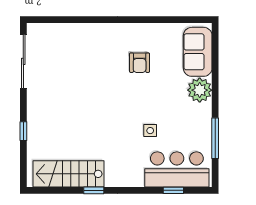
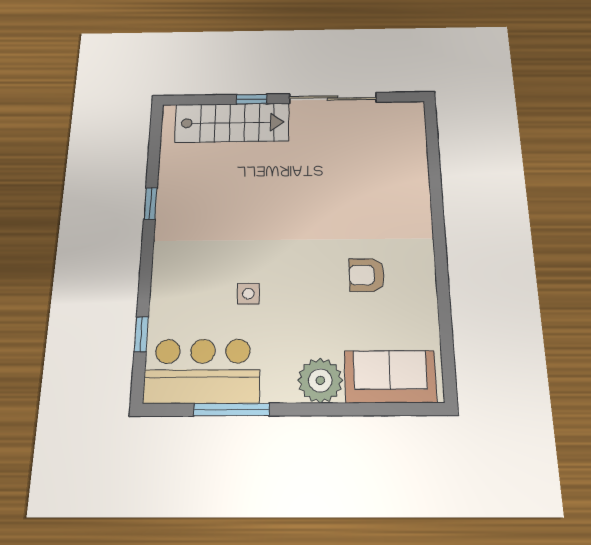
sliding door: (23, 61) -> (333, 98), moved
bar counter: (177, 169) -> (202, 371), moved, turned -90
stairs: (68, 174) -> (232, 123), moved, turned 90

